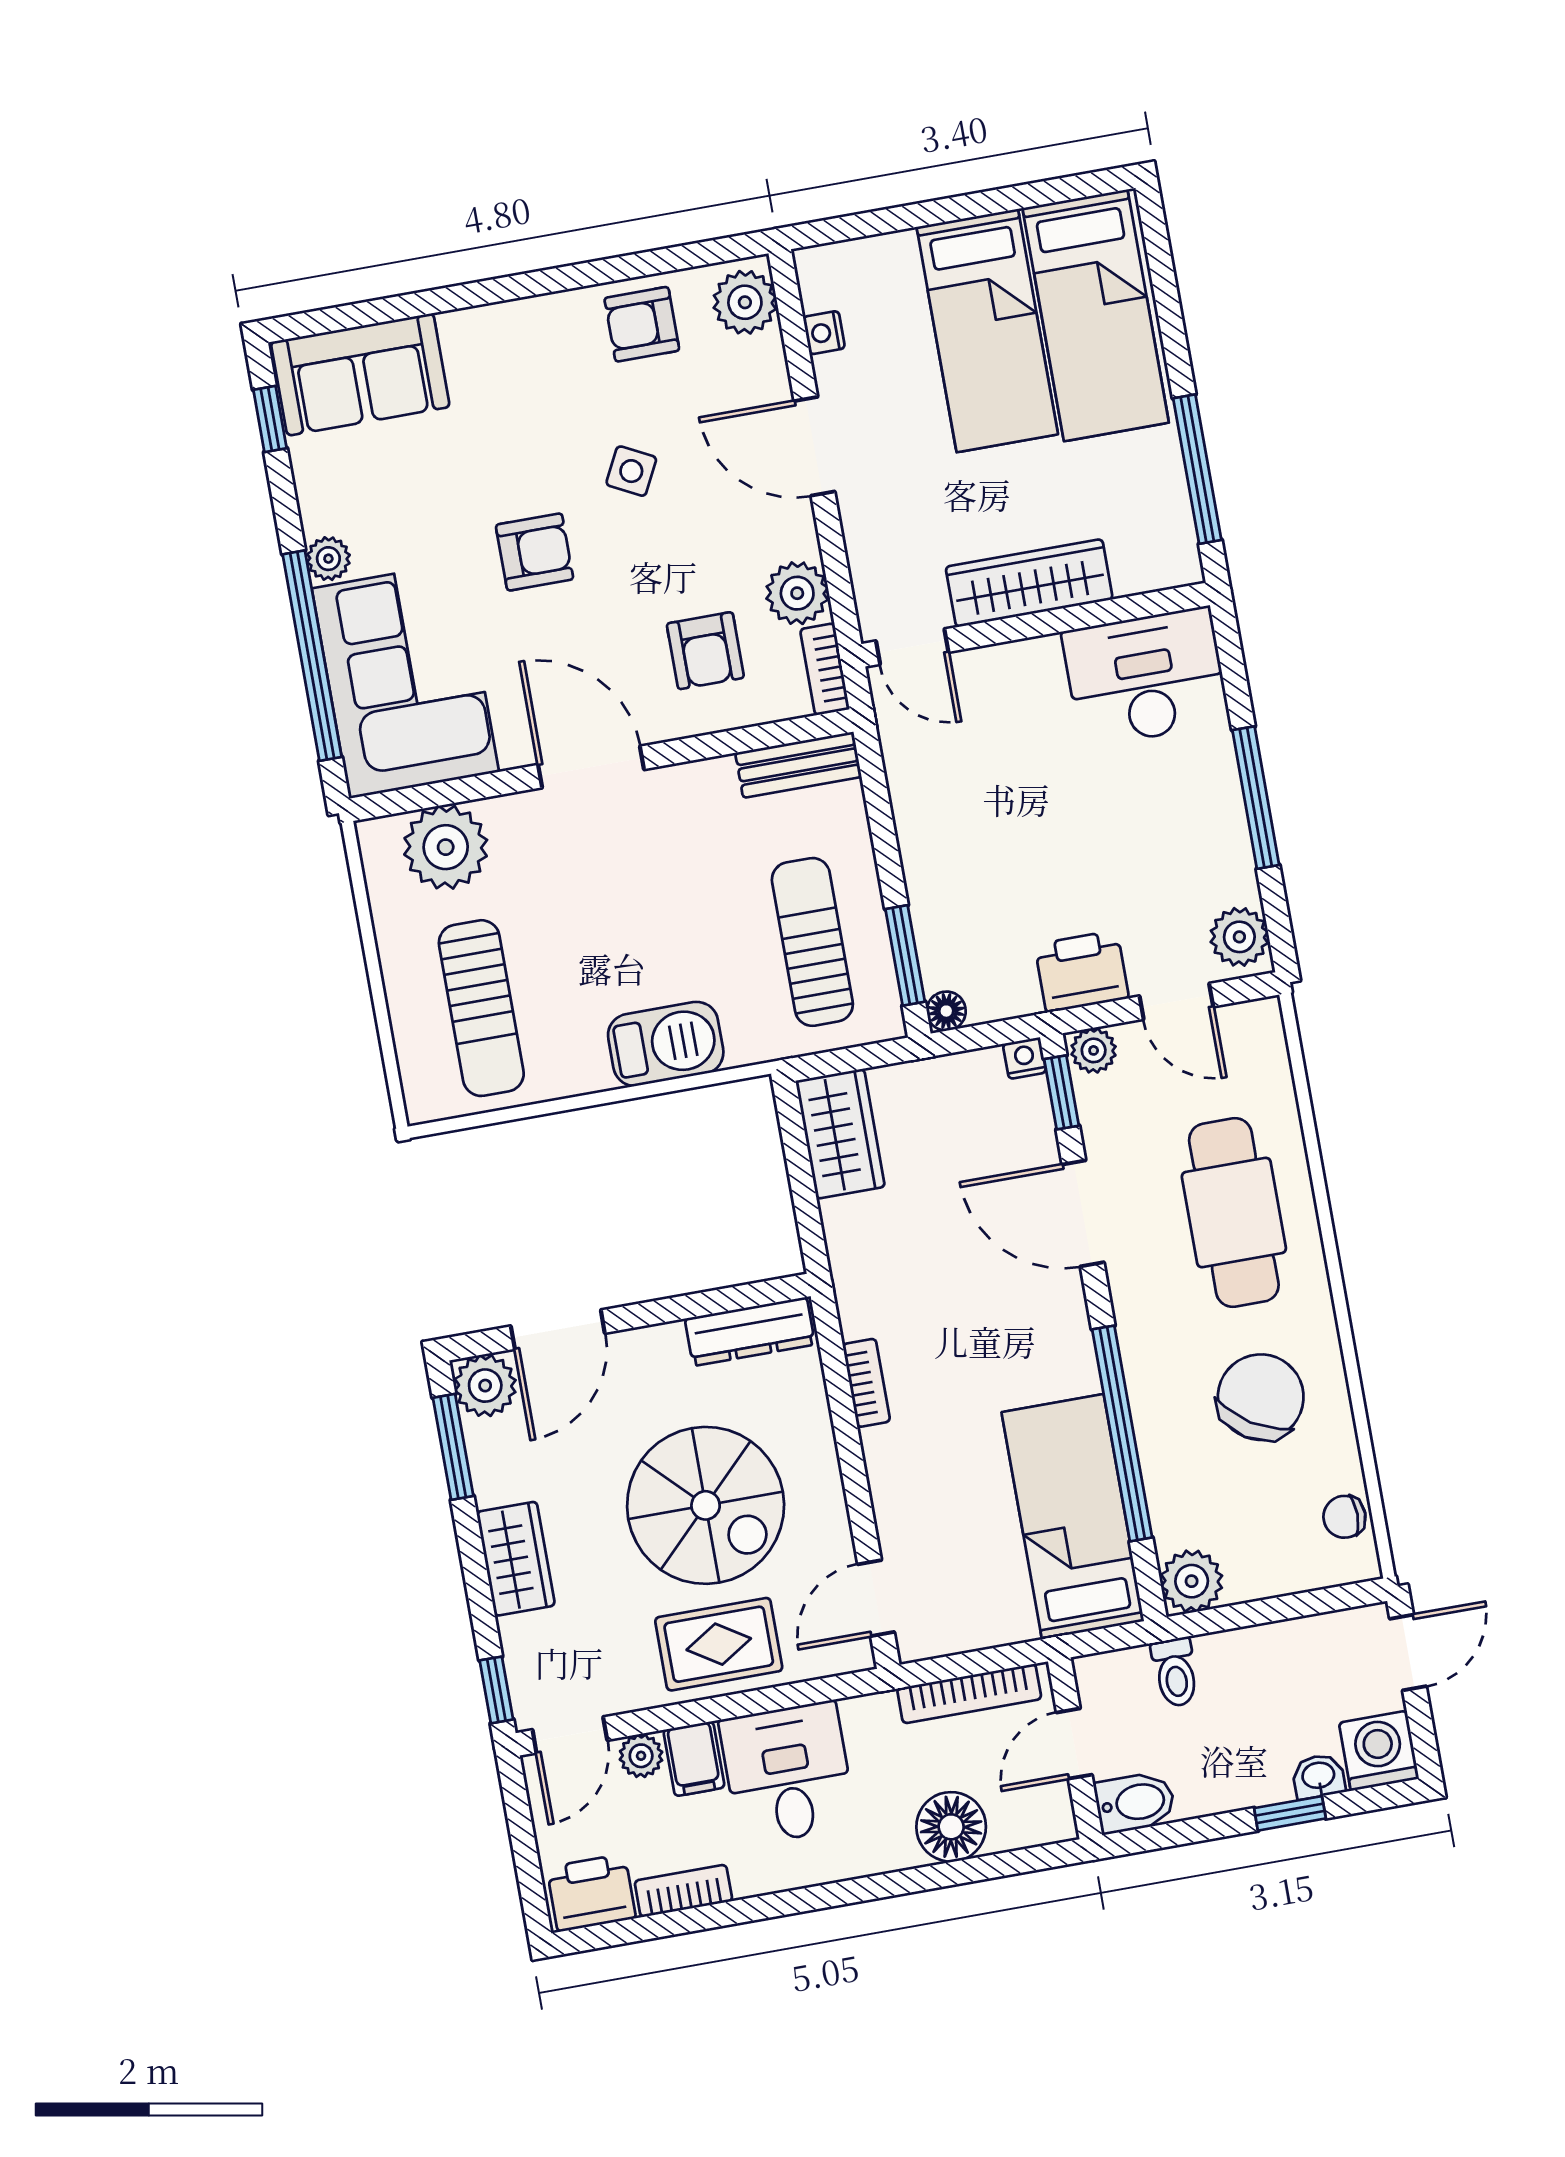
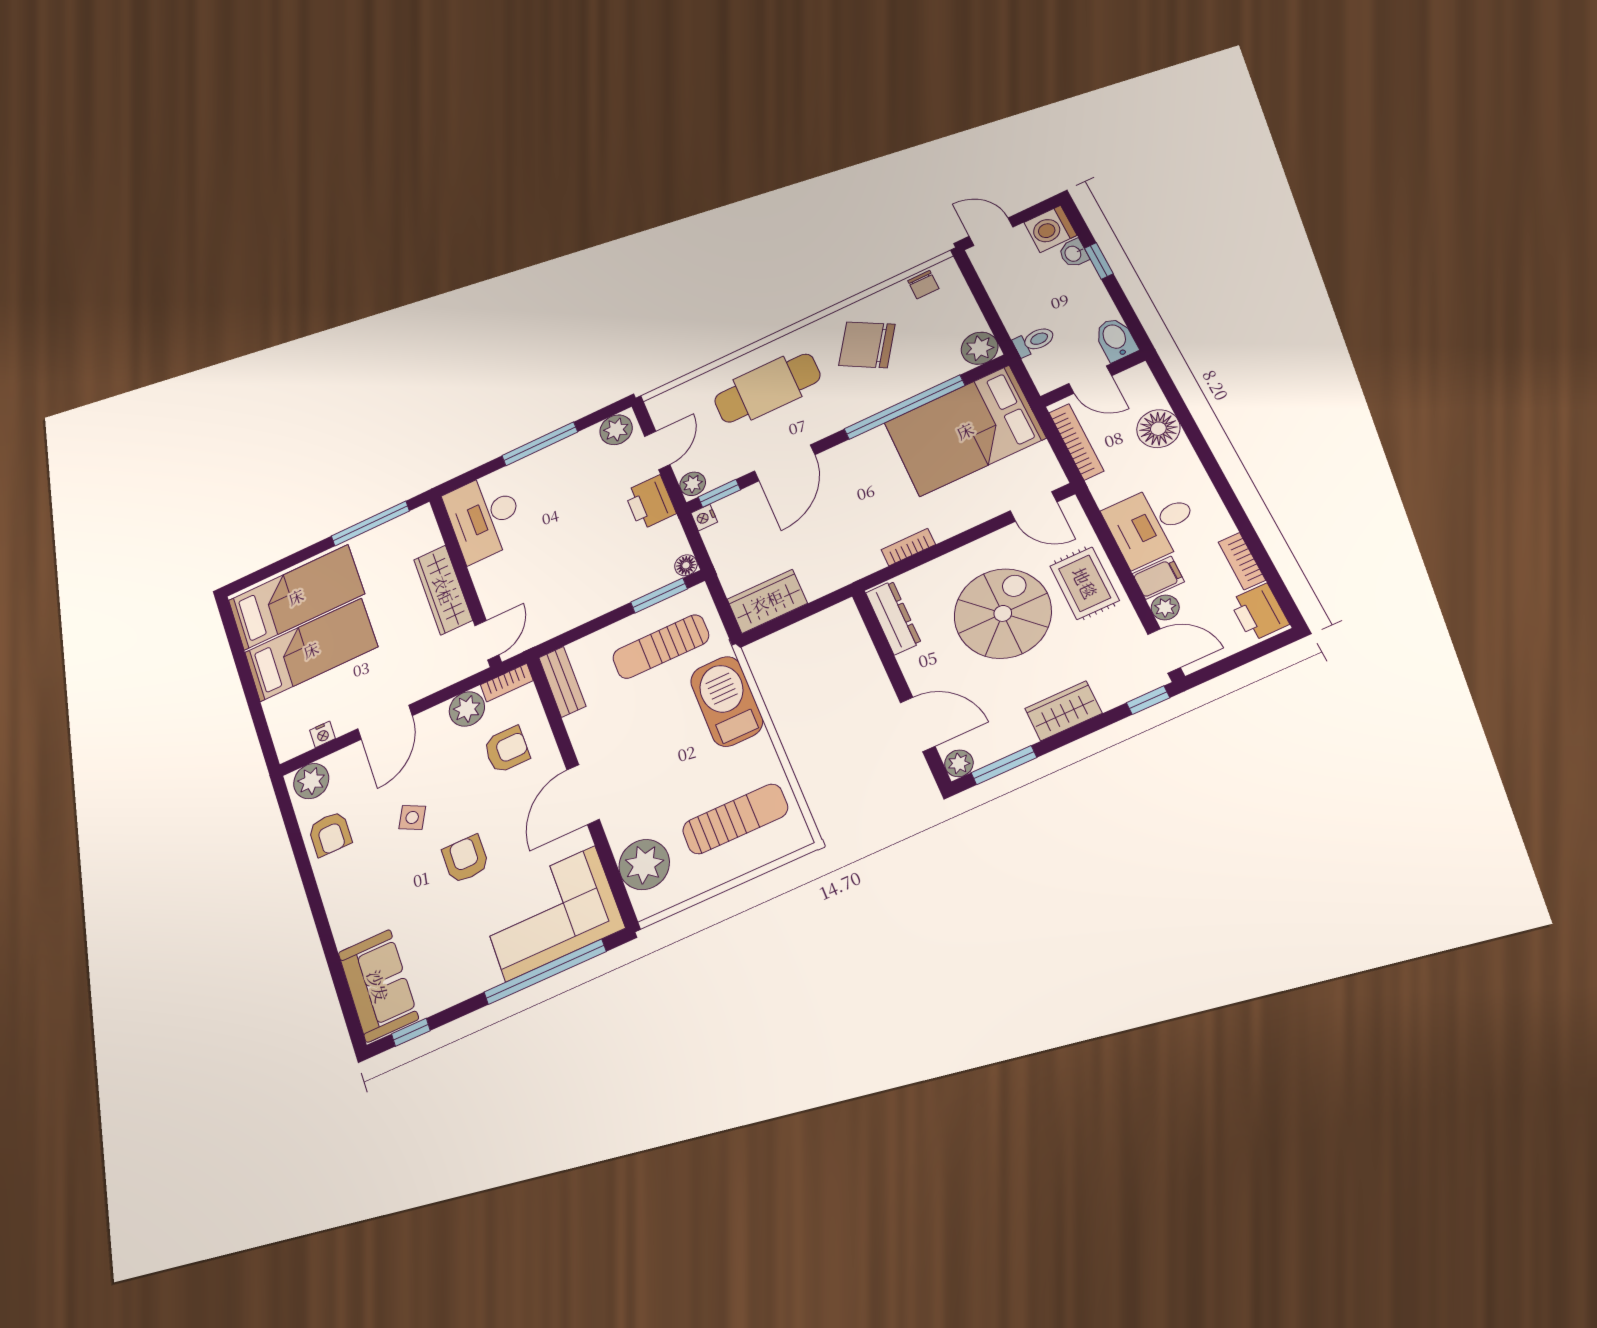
plant: (328, 559) -> (487, 977), removed
barbecue: (666, 1044) -> (727, 701), width x1.37, depth x1.21
plant: (485, 1386) -> (959, 763), width x0.73, depth x0.73
bed: (1073, 1517) -> (965, 431), width x1.50

